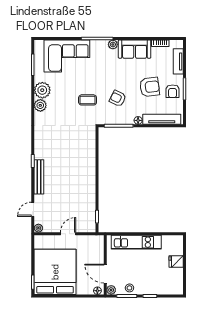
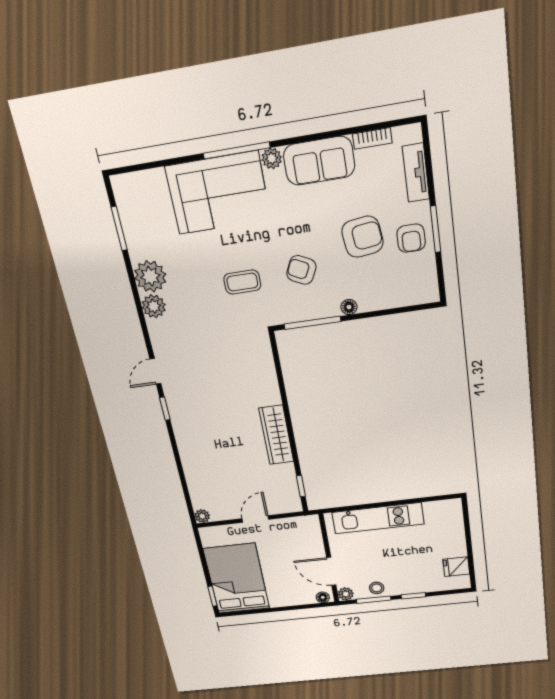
corner sofa: (67, 56) -> (218, 193), moved
tv unit: (162, 119) -> (396, 298), removed
bench: (39, 177) -> (183, 434), removed
wardrobe: (89, 184) -> (276, 435), added
door: (33, 209) -> (155, 371), moved
fridge: (176, 262) -> (456, 567), moved
bed: (55, 272) -> (237, 579), width x0.73

